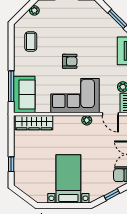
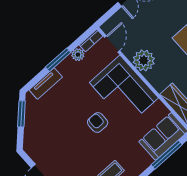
plant: (87, 120) -> (144, 60), width x1.88, depth x1.88

